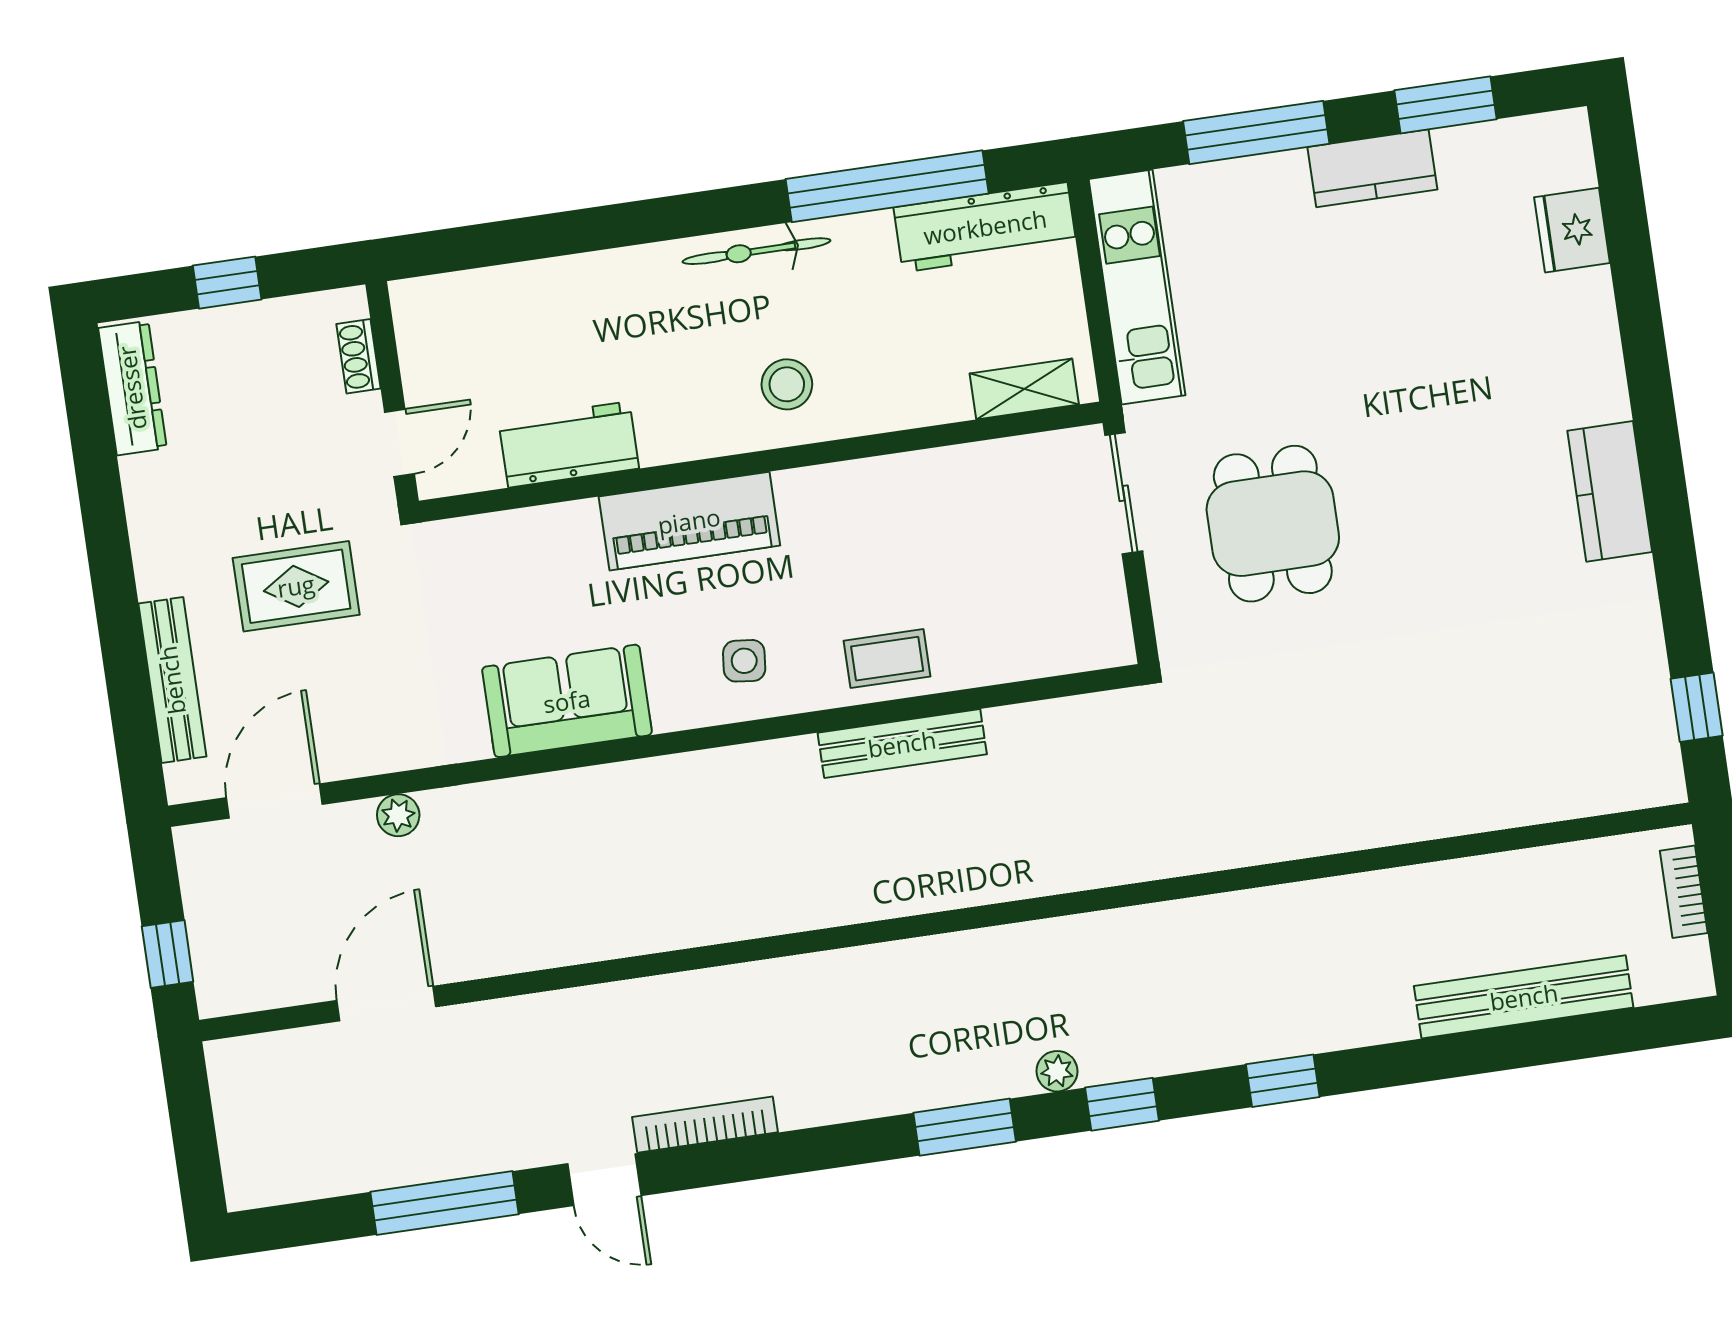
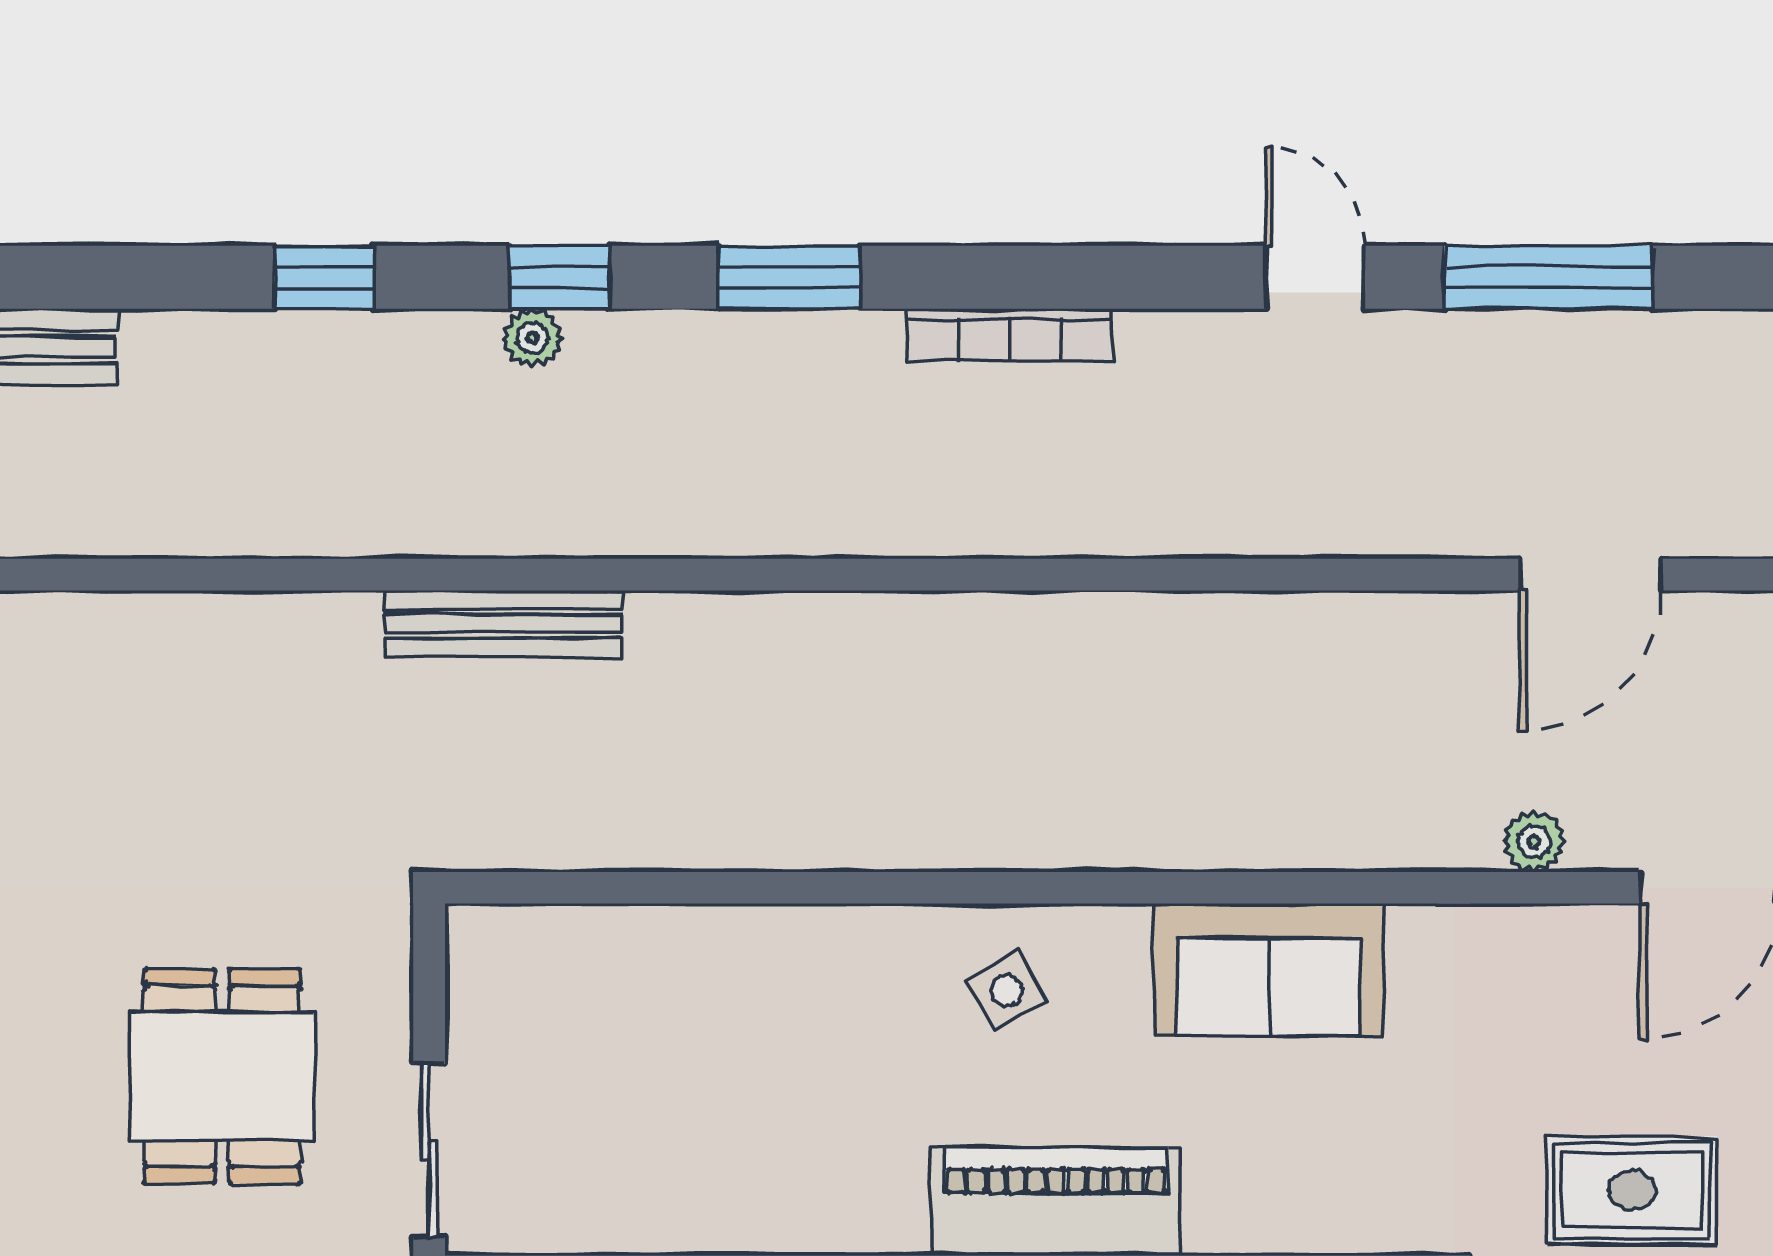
coffee table: (887, 659) -> (802, 964), removed
side table: (744, 661) -> (1007, 990), turned -36
bench: (902, 744) -> (503, 624), moved
plant: (1057, 1071) -> (532, 338), moved
bookcase: (705, 1125) -> (1010, 335), moved

